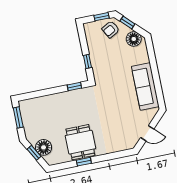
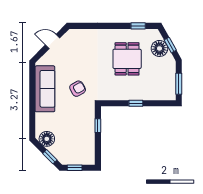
armchair: (111, 29) -> (78, 89), moved
window: (74, 87) -> (136, 103), moved
dining table: (80, 142) -> (127, 59), moved
window: (84, 162) -> (138, 26), moved

